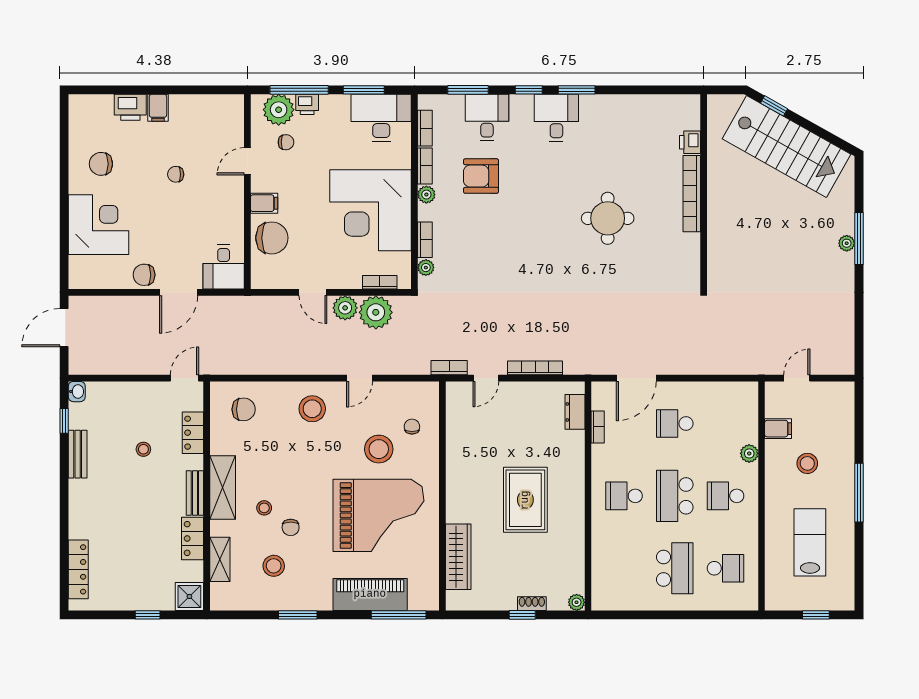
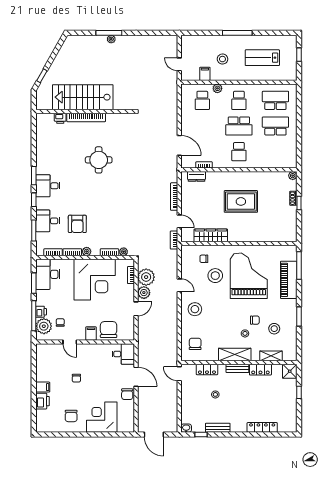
stairs: (786, 146) -> (83, 97), moved, turned -119
school desk: (675, 424) -> (202, 100), moved
wardrobe: (458, 557) -> (211, 235), moved
school desk: (725, 568) -> (275, 100), width x1.85
locker: (78, 569) -> (262, 427), moved

